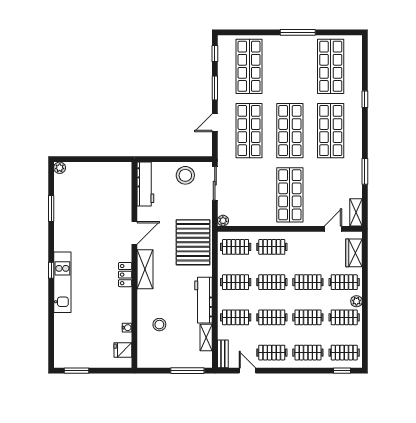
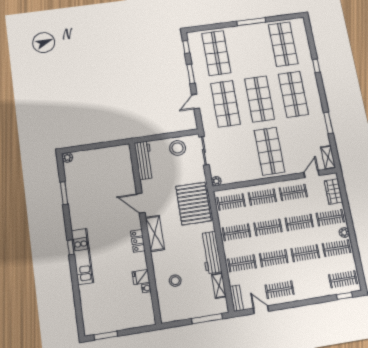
door: (134, 233) -> (141, 203), swing flipped
fridge: (123, 350) -> (141, 277), moved
clothes rail: (308, 353) -> (293, 192), moved

